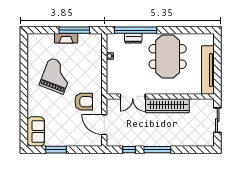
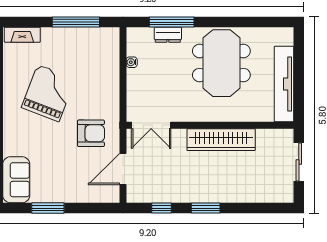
window: (136, 30) -> (172, 22), width x0.68
fireplace: (66, 38) -> (22, 35), moved
double door: (133, 96) -> (151, 125), moved
door: (104, 125) -> (123, 169), hinge flipped
window: (157, 150) -> (206, 208), width x0.69

